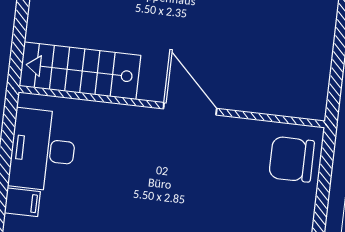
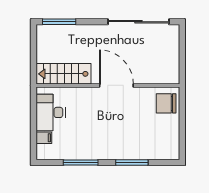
door: (190, 109) -> (116, 85), width x1.36

